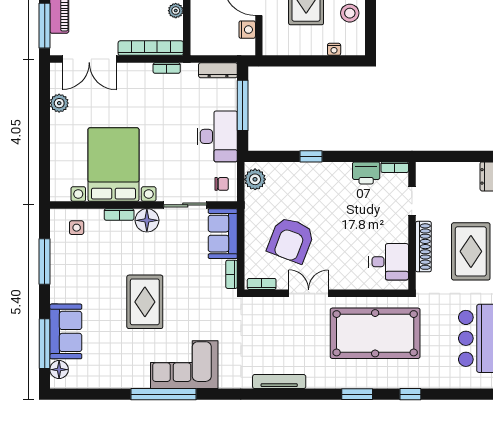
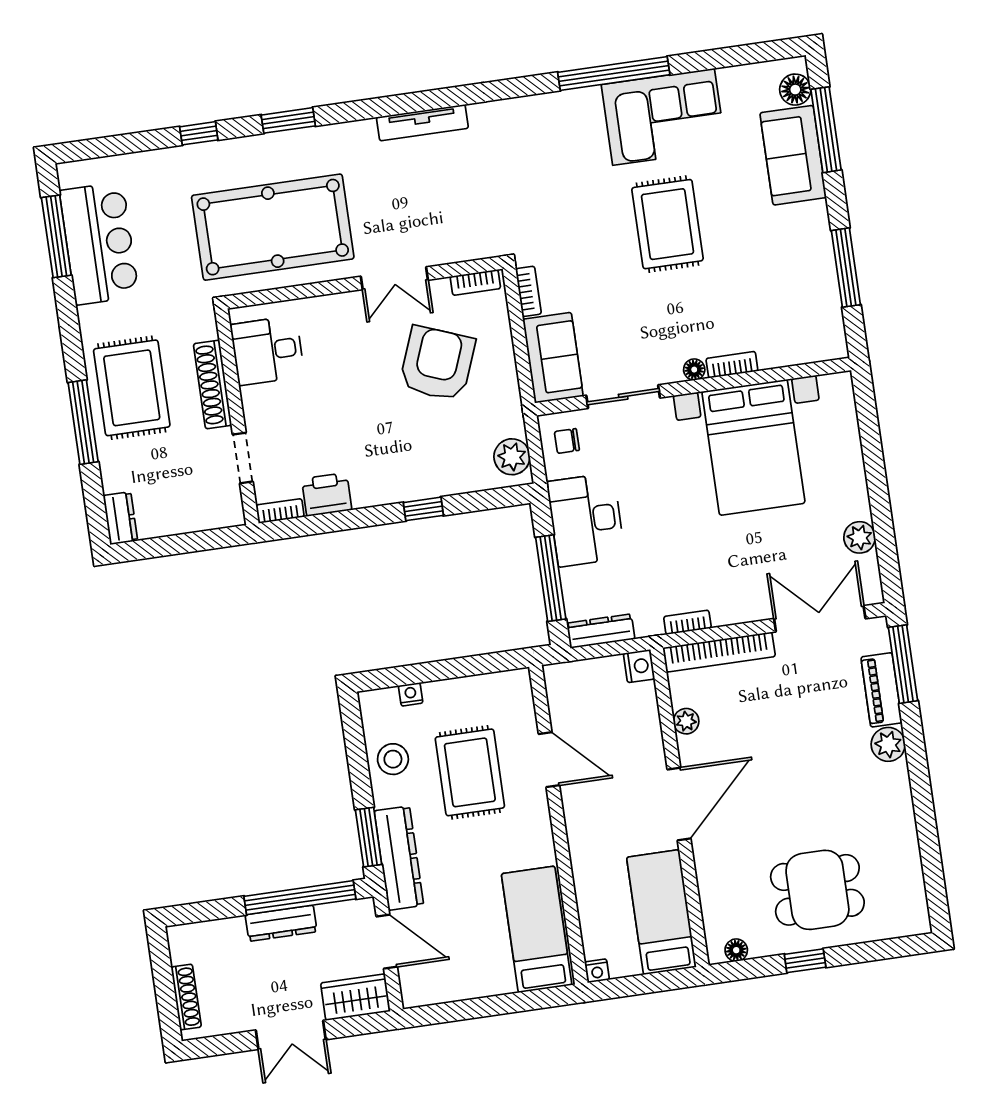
nightstand: (247, 30) -> (639, 666), moved, turned 180
floor lamp: (147, 220) -> (694, 370), width x0.53, depth x0.53
side table: (77, 228) -> (800, 332), removed
corner sofa: (184, 365) -> (664, 117), moved

